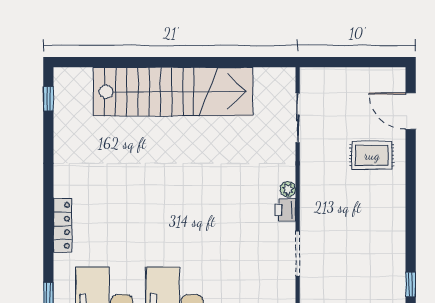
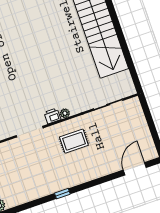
rug: (372, 155) -> (74, 141), moved, turned 90
window: (411, 284) -> (62, 194), moved

